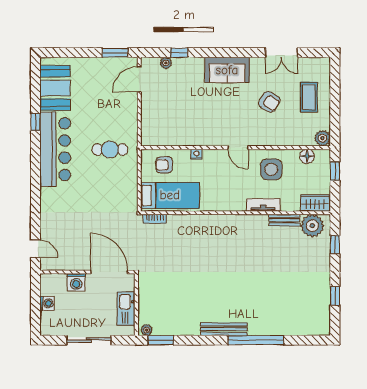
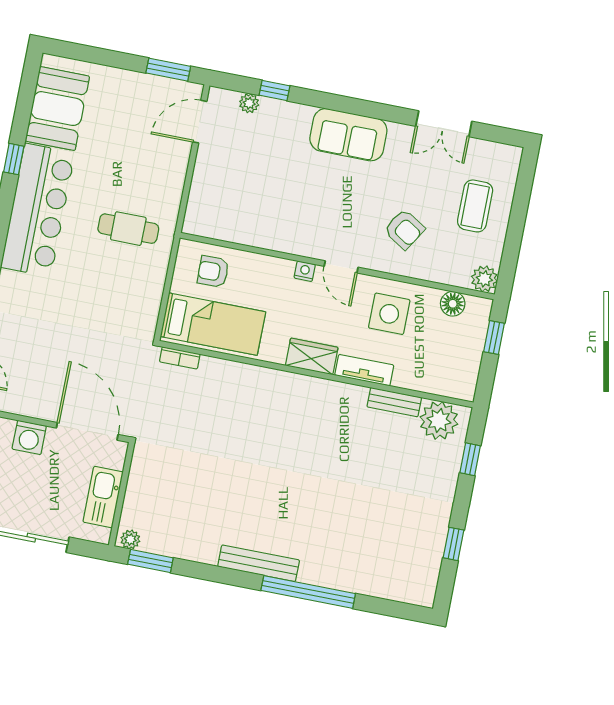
armchair: (269, 102) -> (404, 229), moved
nightstand: (196, 154) -> (305, 271), moved
wardrobe: (315, 203) -> (312, 356), moved

